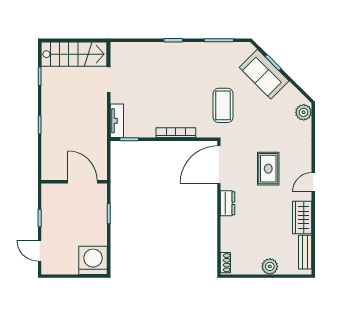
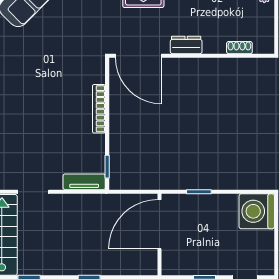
coffee table: (223, 105) -> (65, 50), removed
door: (83, 182) -> (160, 224), width x1.36
shoe rack: (225, 263) -> (239, 48), moved

